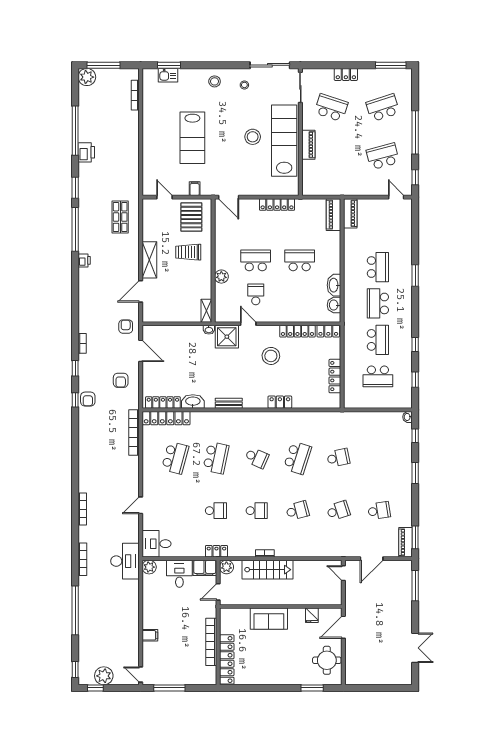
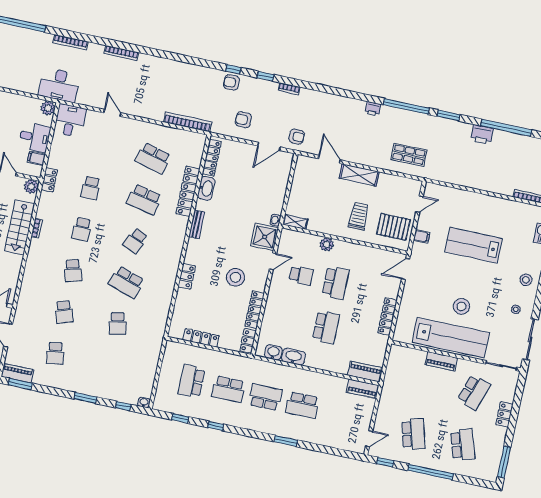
locker: (166, 418) -> (188, 191), moved
filing cabinet: (205, 568) -> (36, 158), width x0.50

